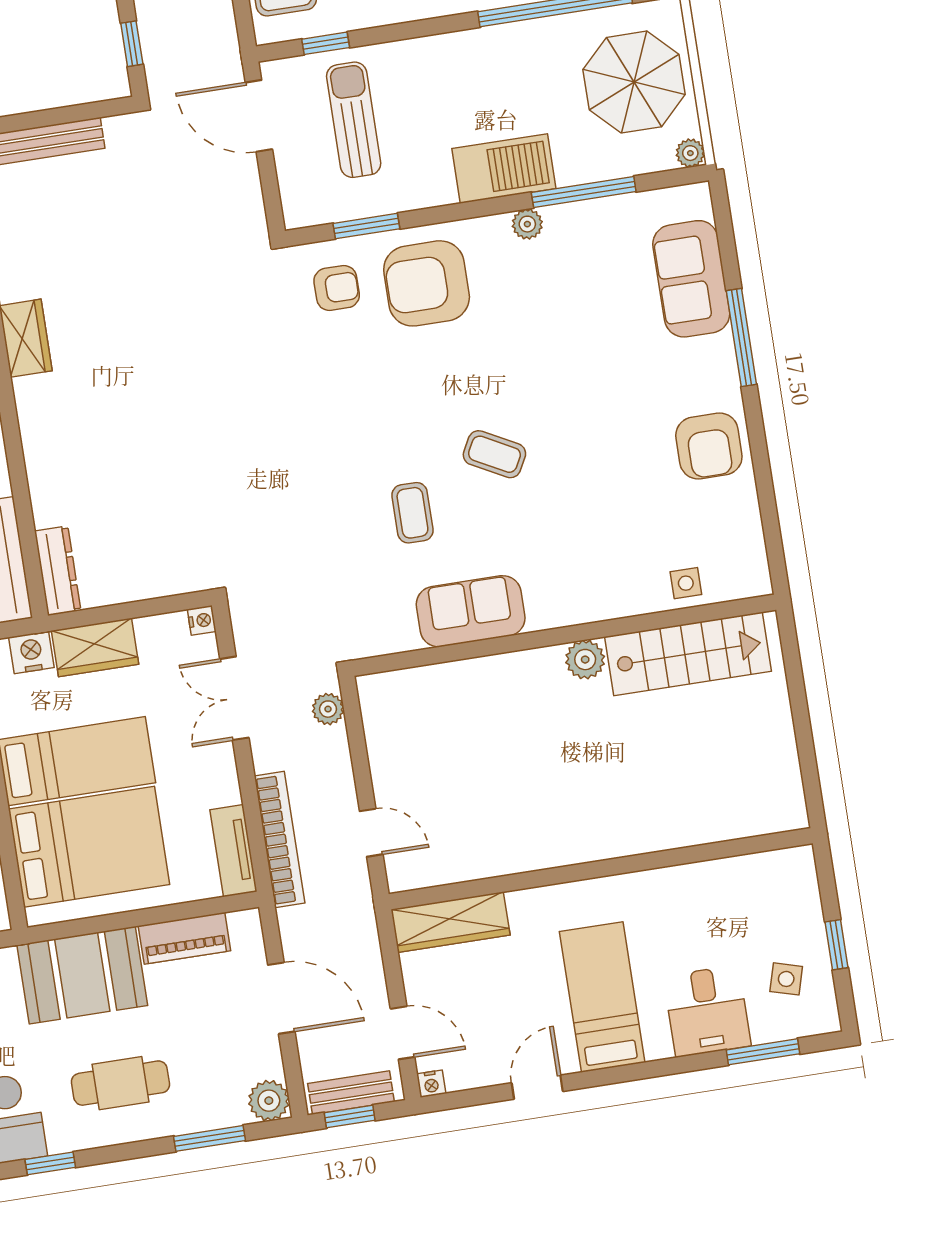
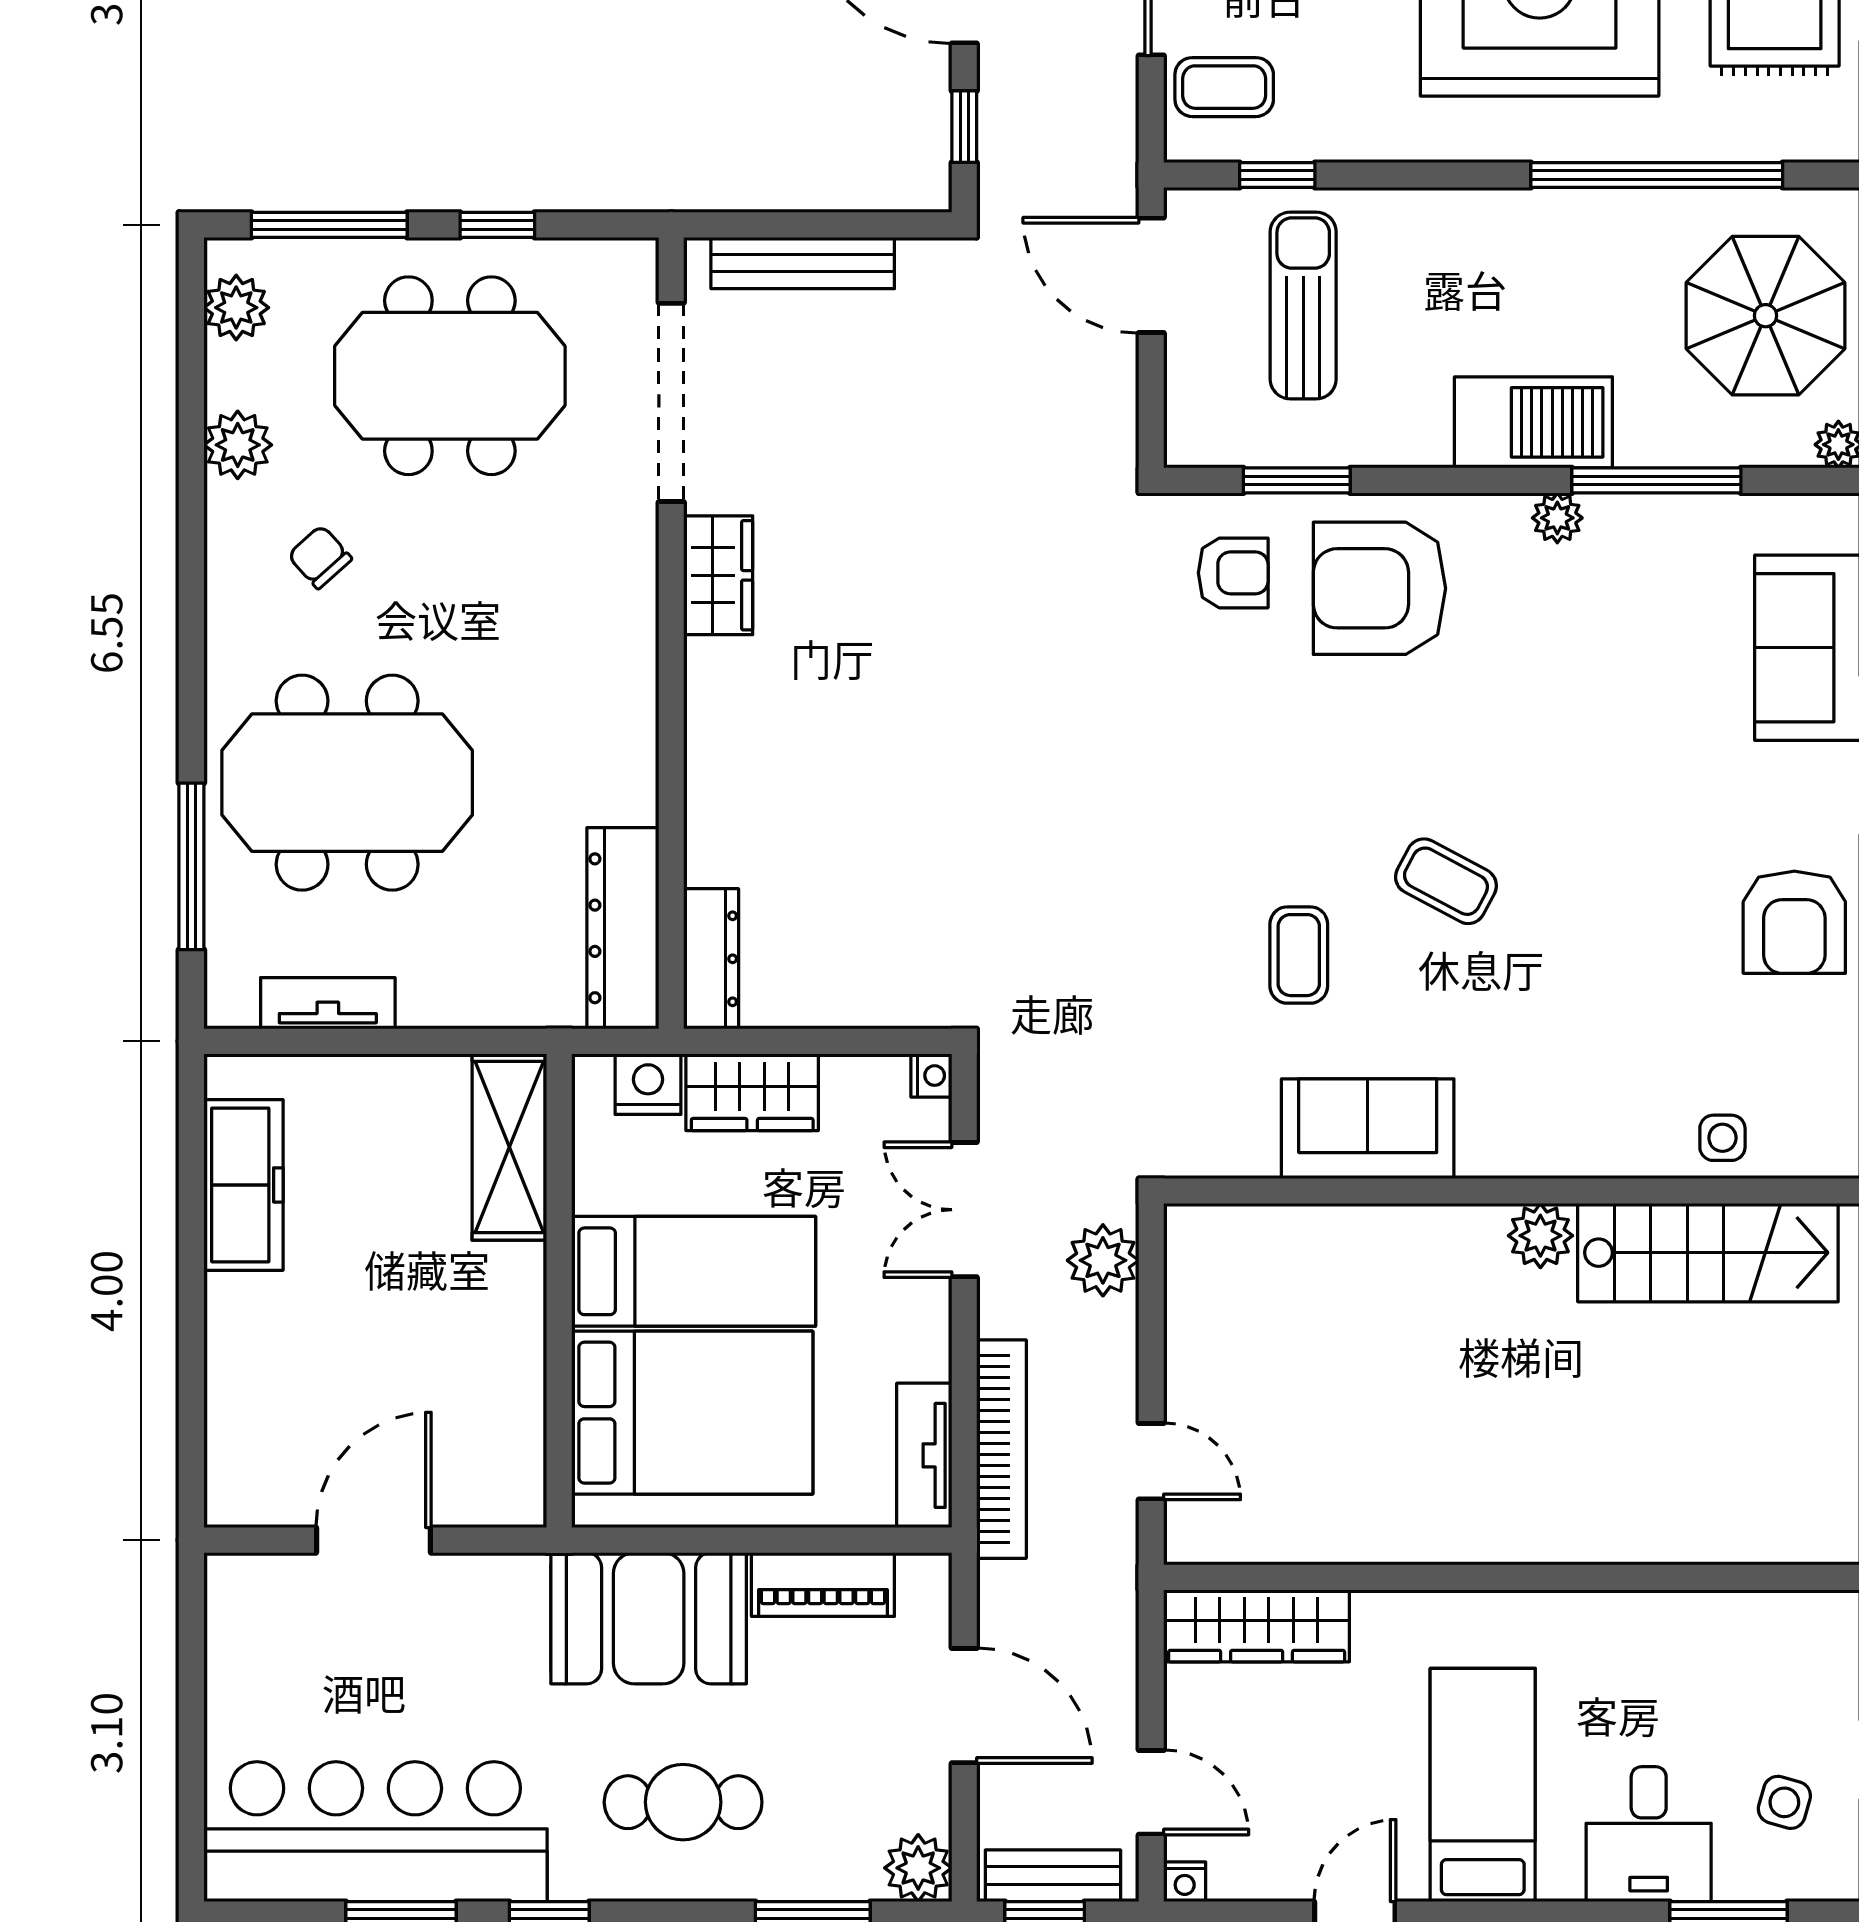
plant: (328, 709) -> (1103, 1260), width x1.38, depth x1.38

